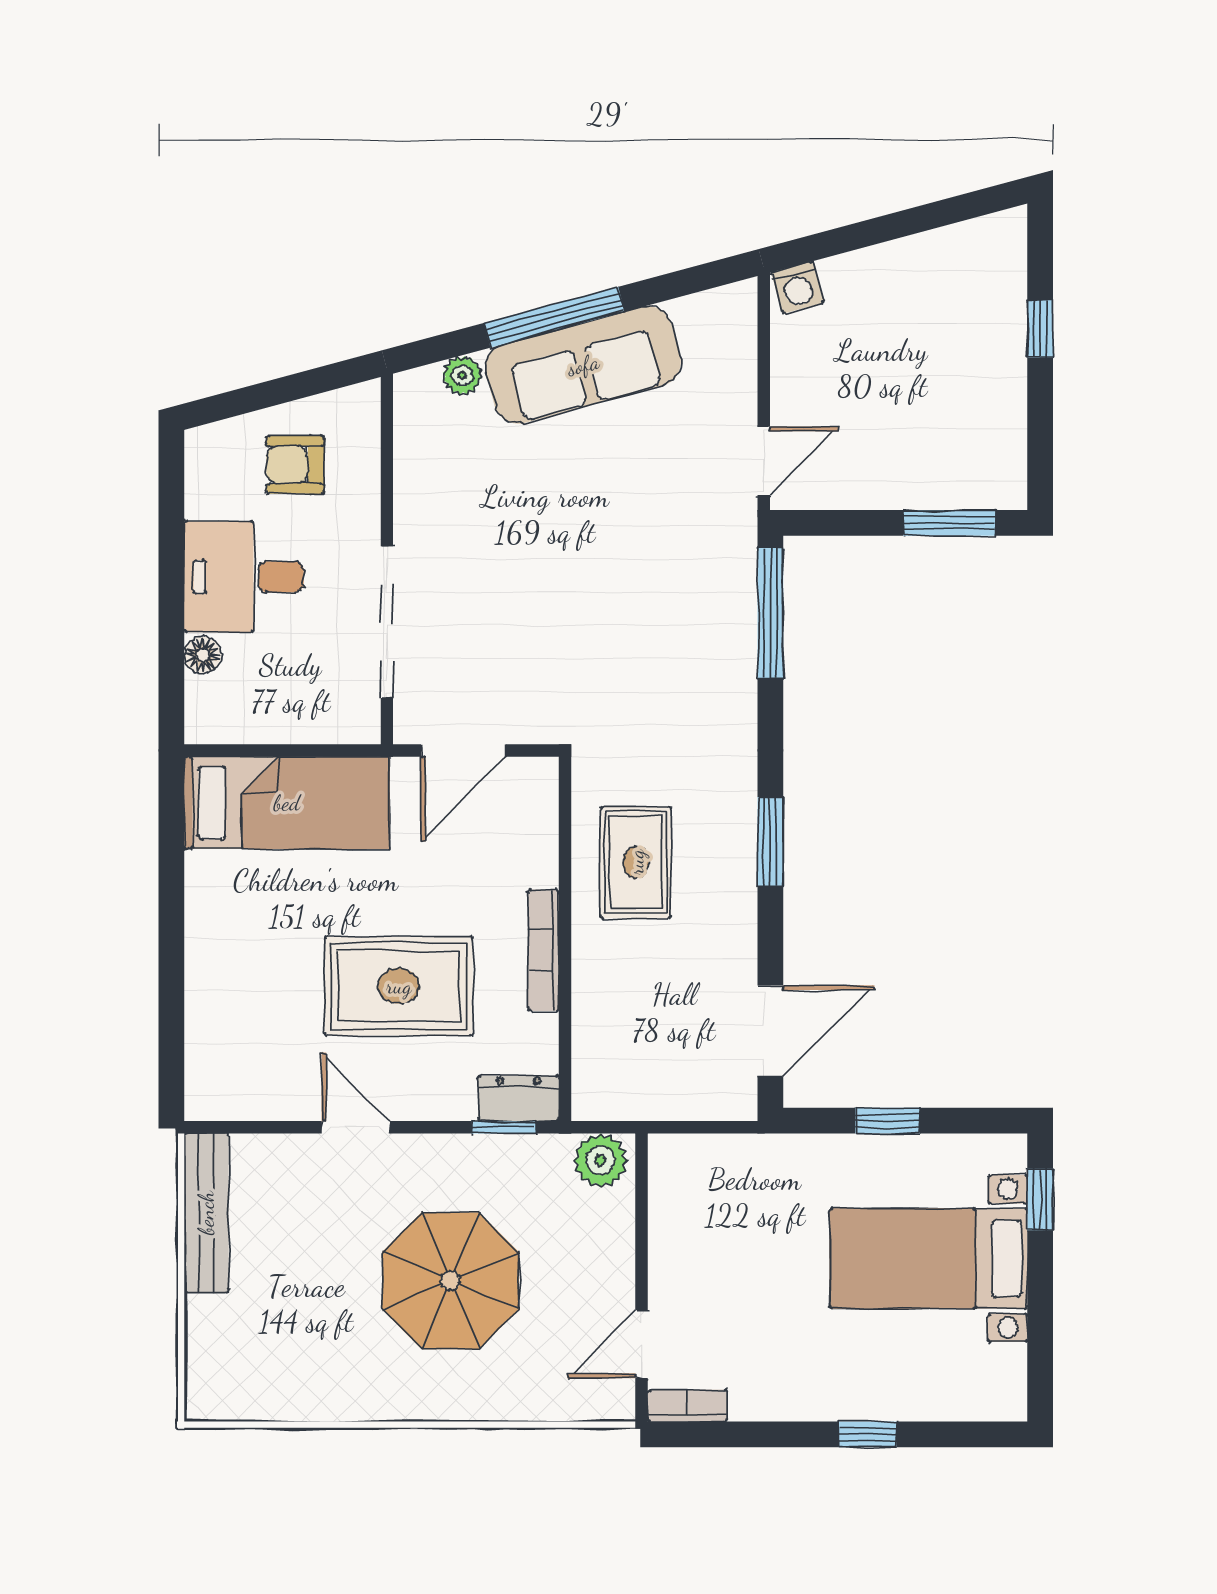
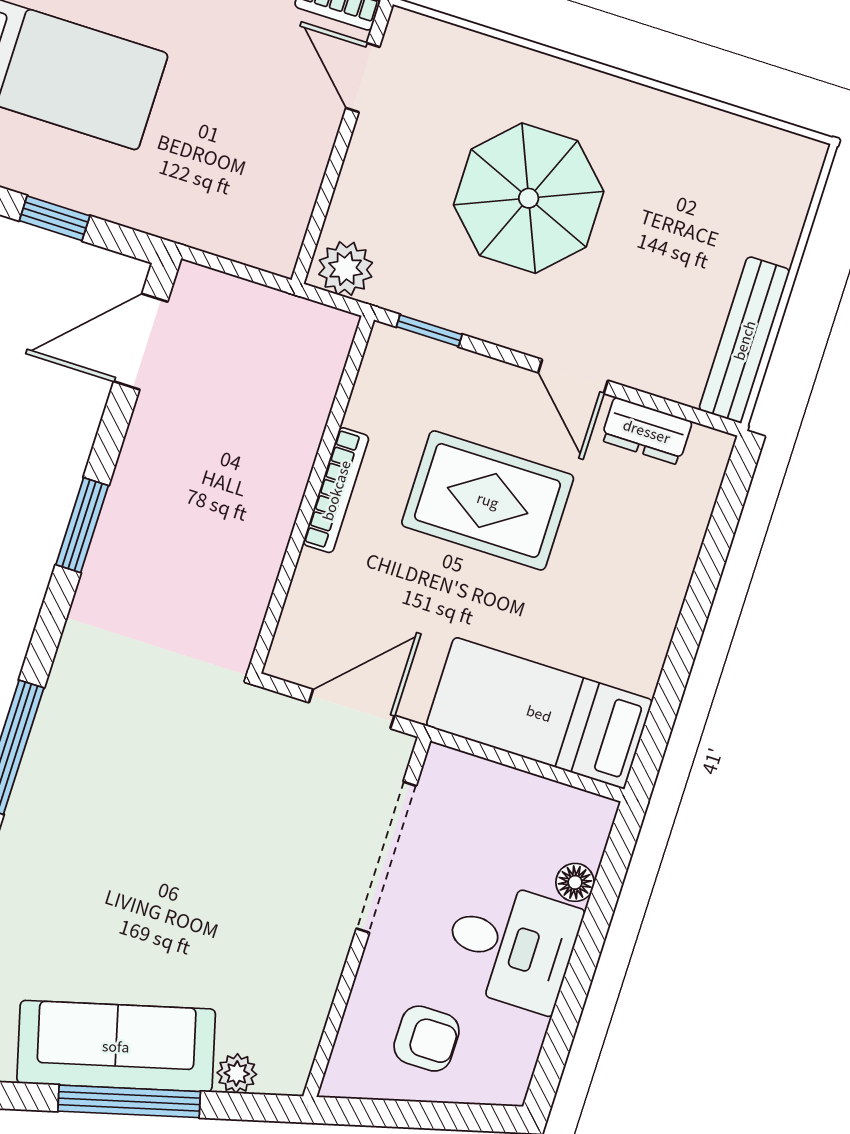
rug: (636, 862) -> (219, 547), removed
dresser: (519, 1098) -> (647, 431), moved
door: (641, 1344) -> (363, 78), swing flipped

